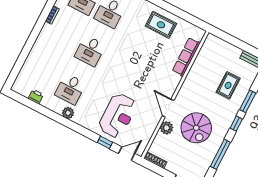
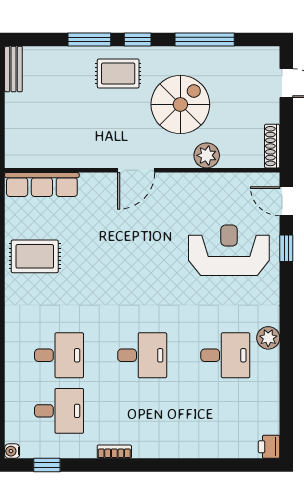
rug: (161, 25) -> (35, 256), turned 90
row of seats: (186, 57) -> (42, 185), moved
rug: (228, 85) -> (118, 74), moved
printer: (36, 97) -> (269, 447), moved
door: (168, 108) -> (136, 170), moved

